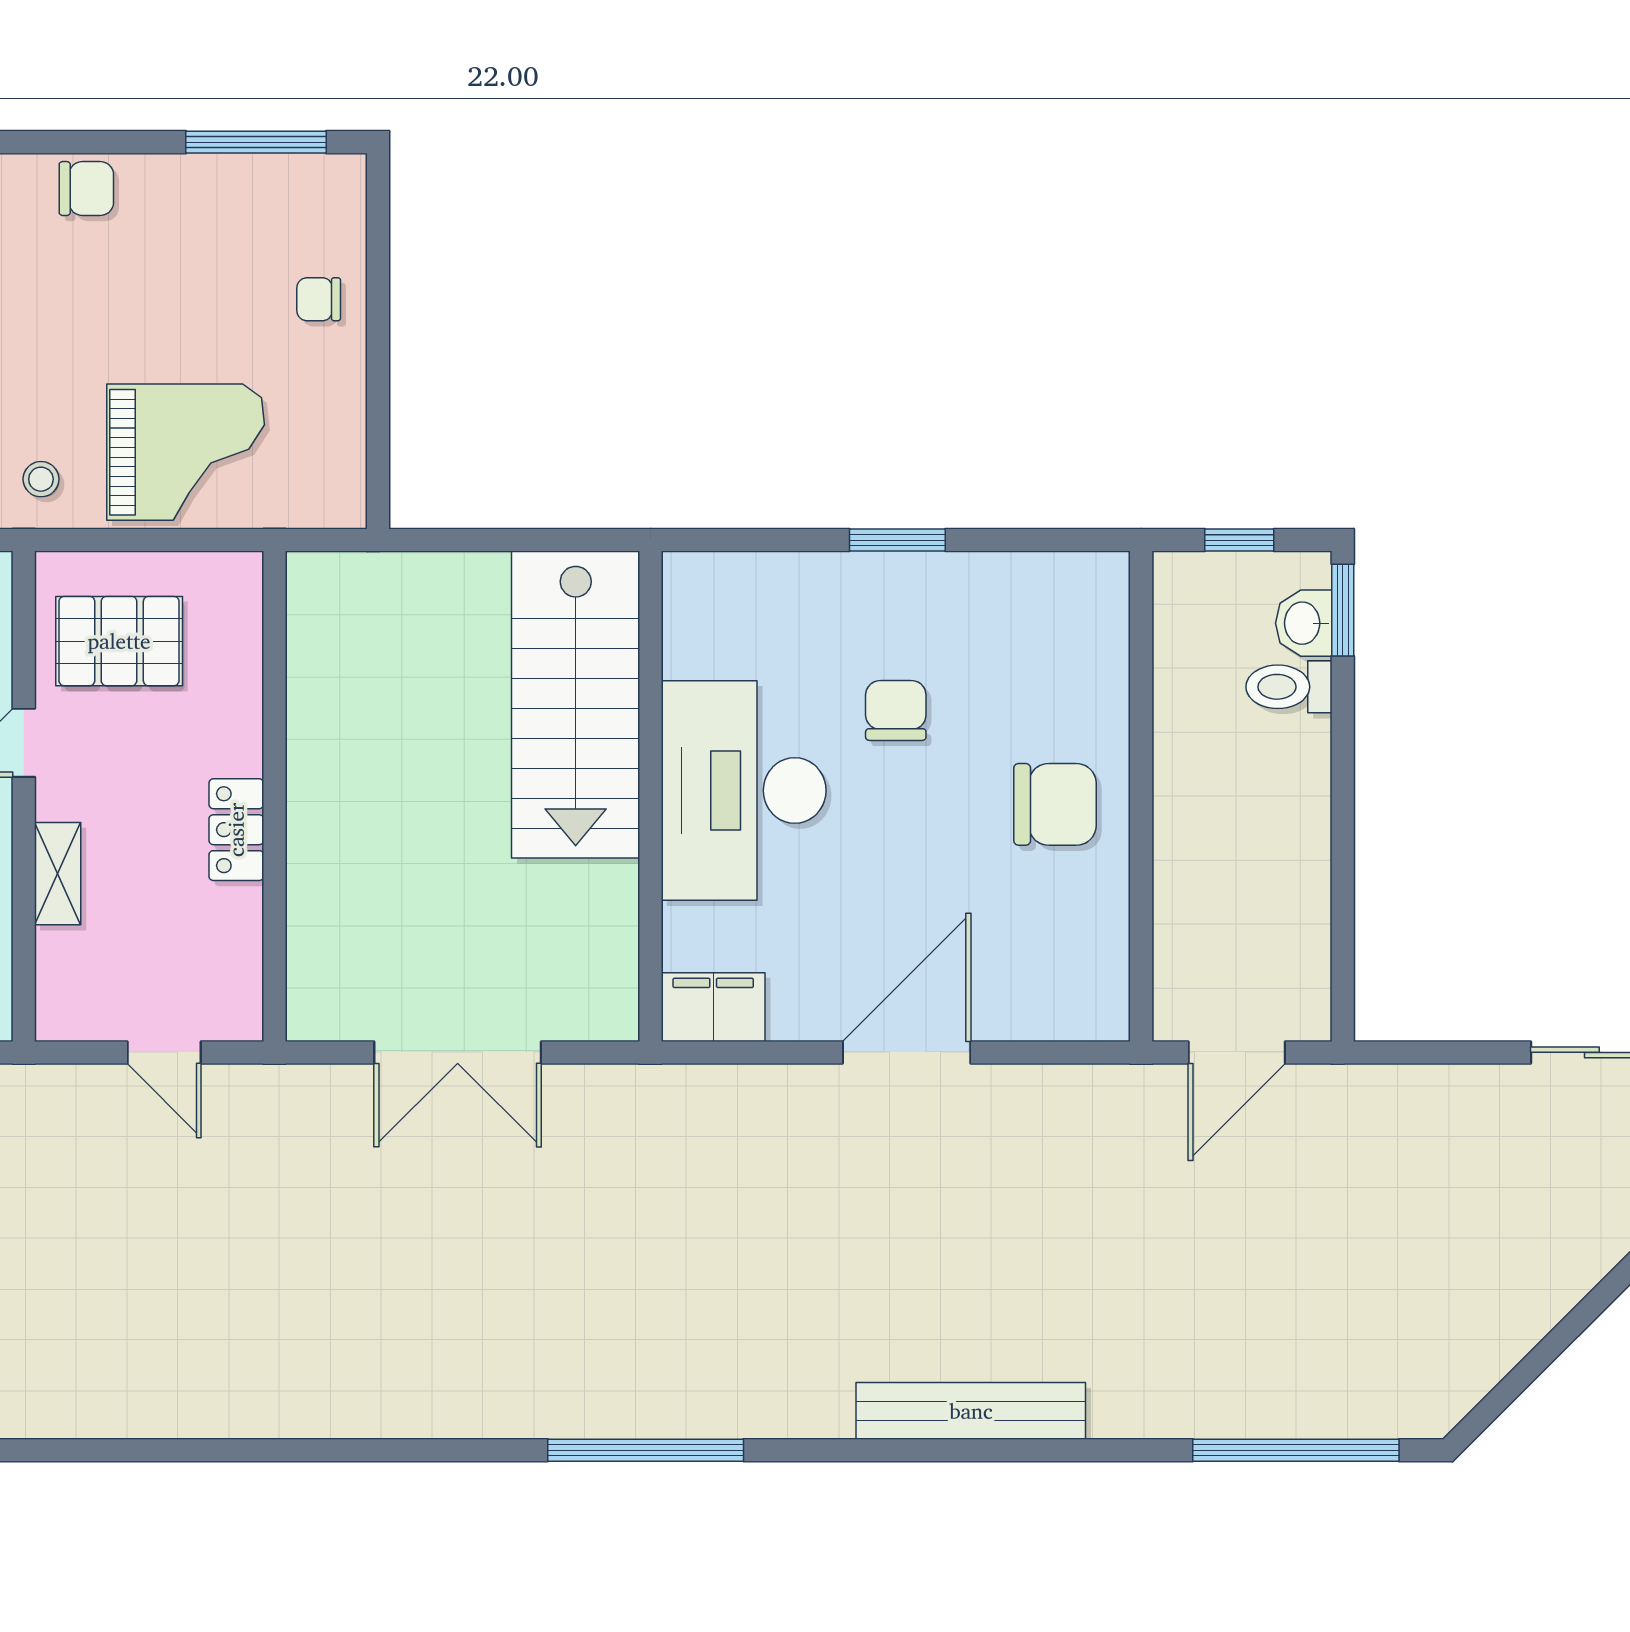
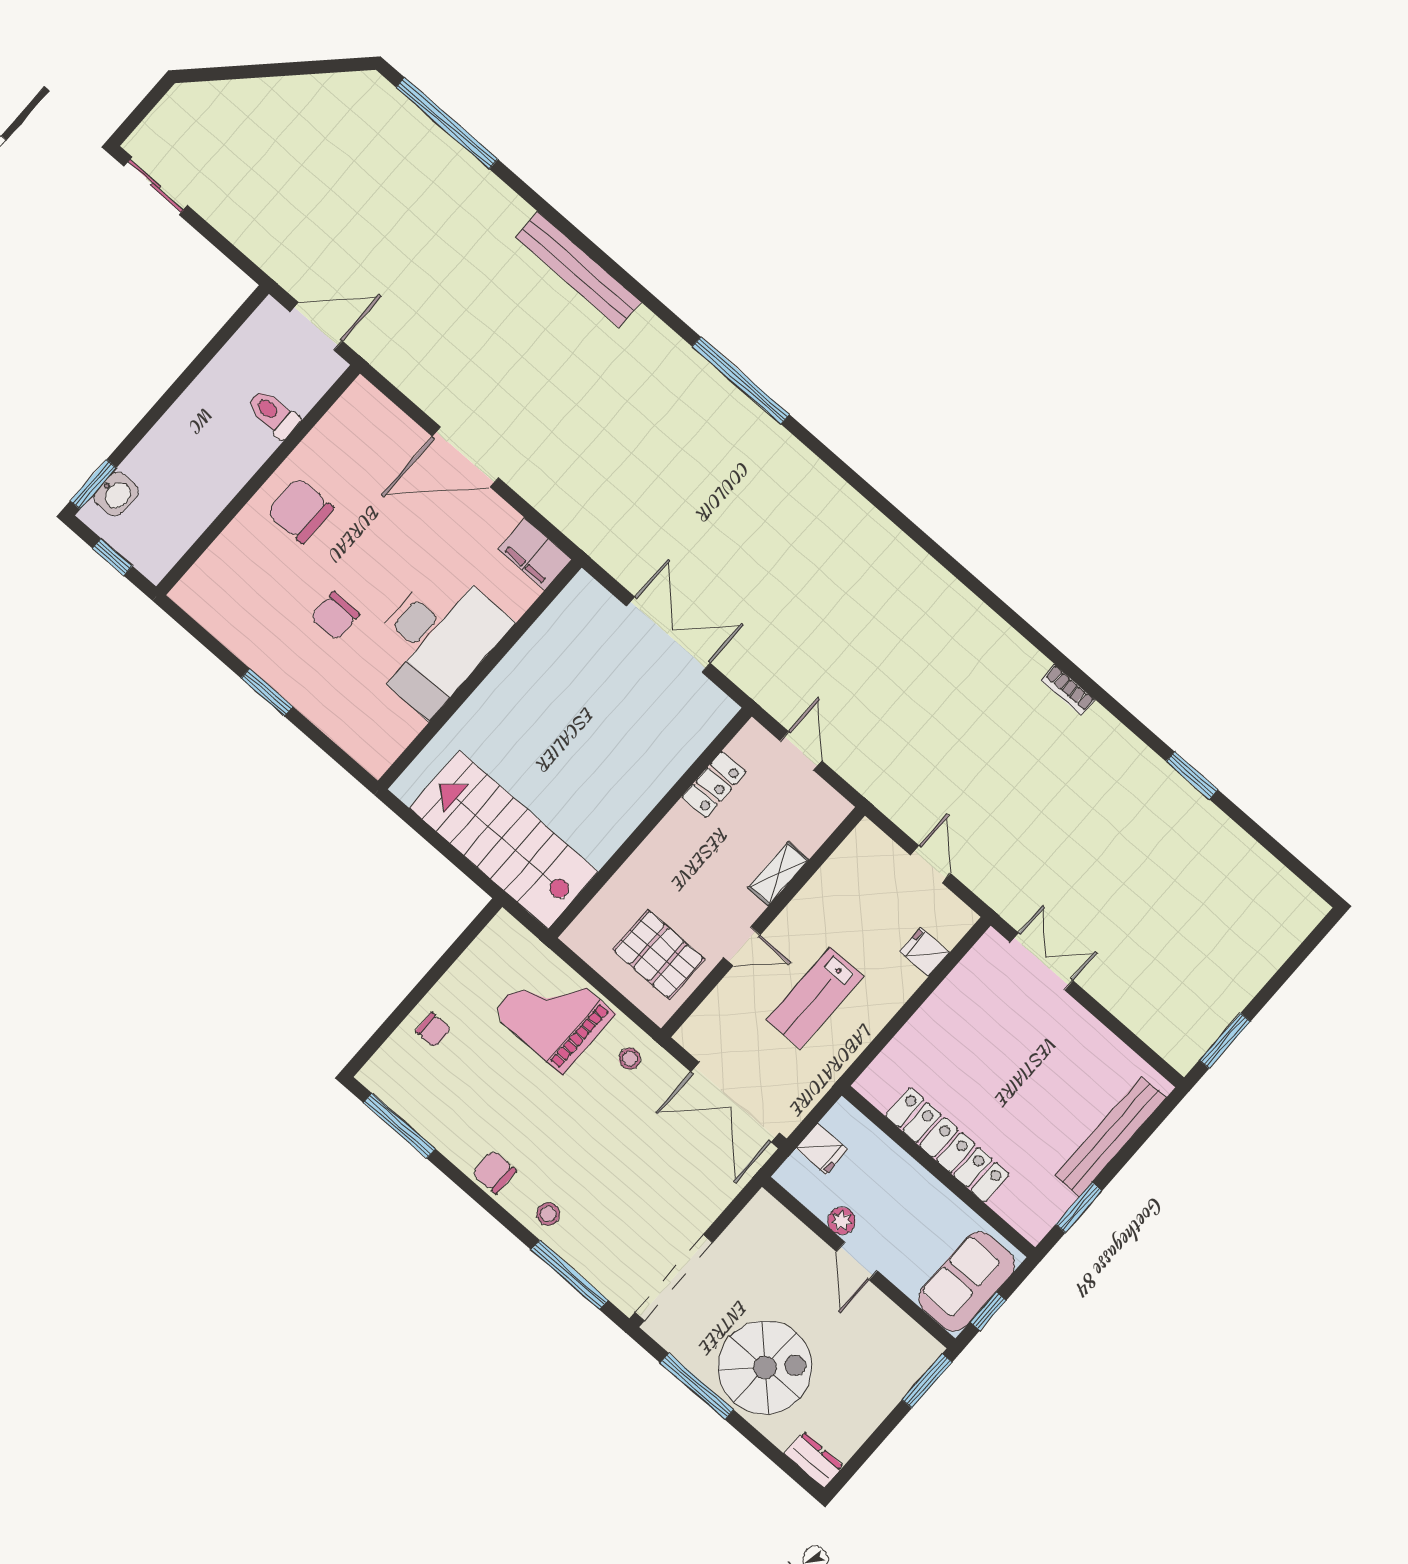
toilet: (1289, 687) -> (273, 414), moved, turned 180
stairs: (576, 705) -> (504, 840), moved, turned -90
locker: (236, 830) -> (714, 785), moved

